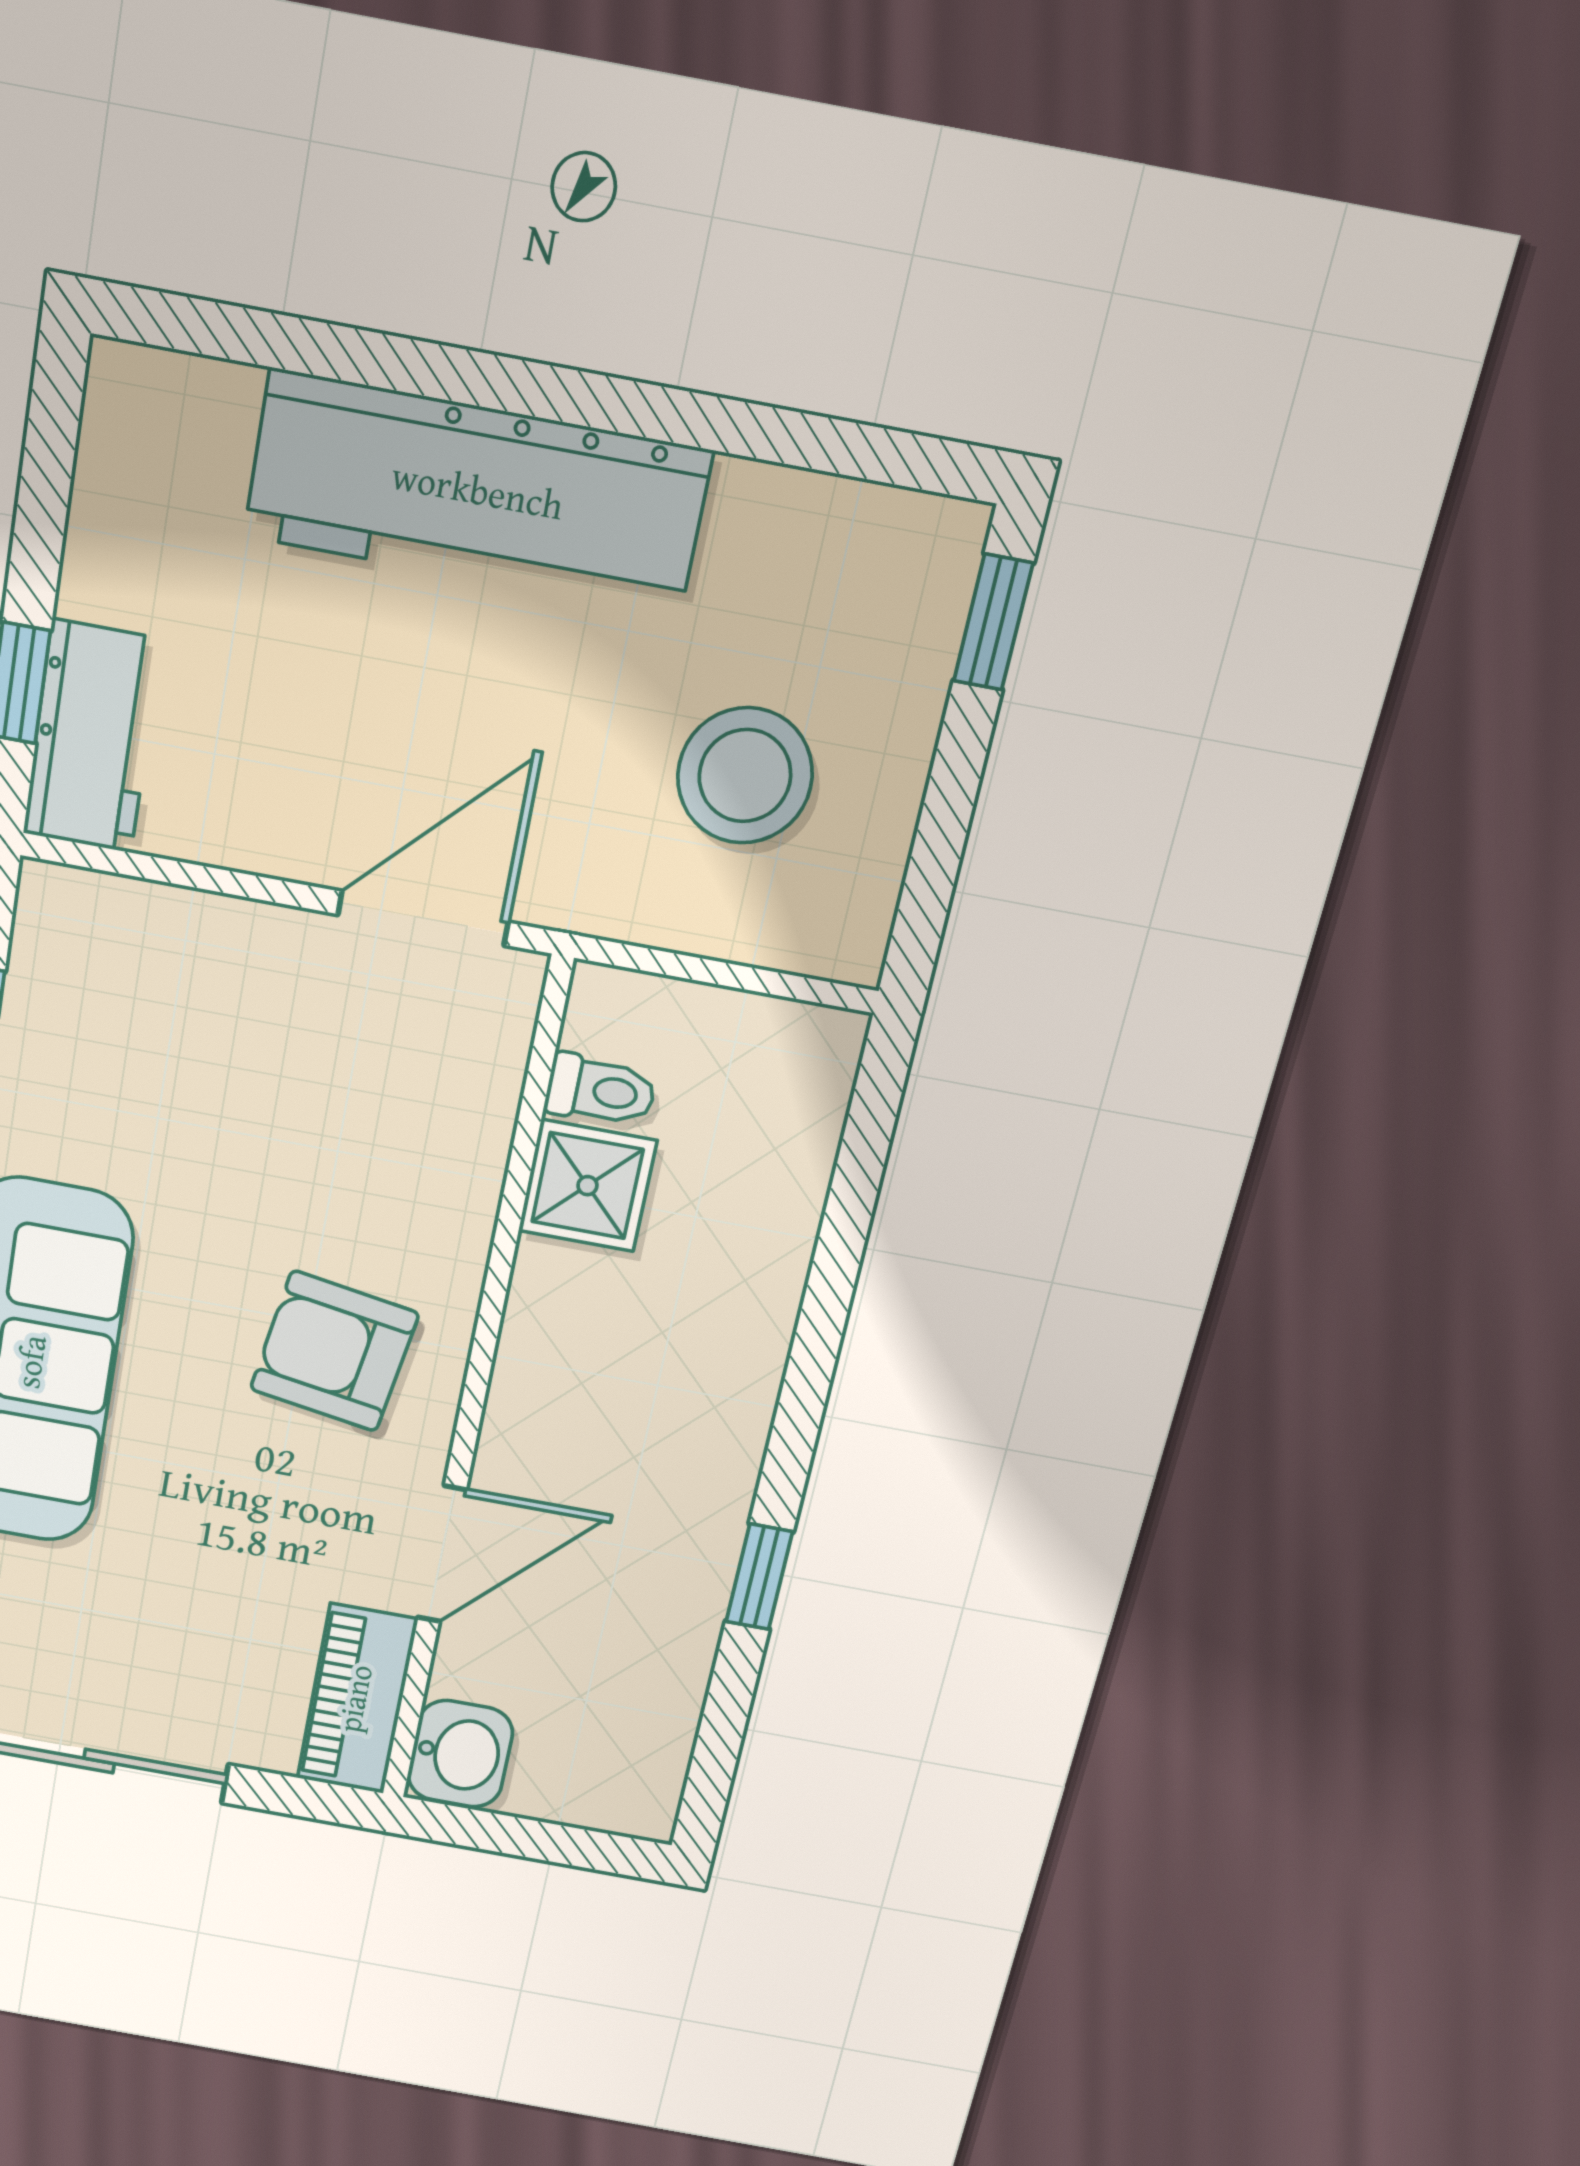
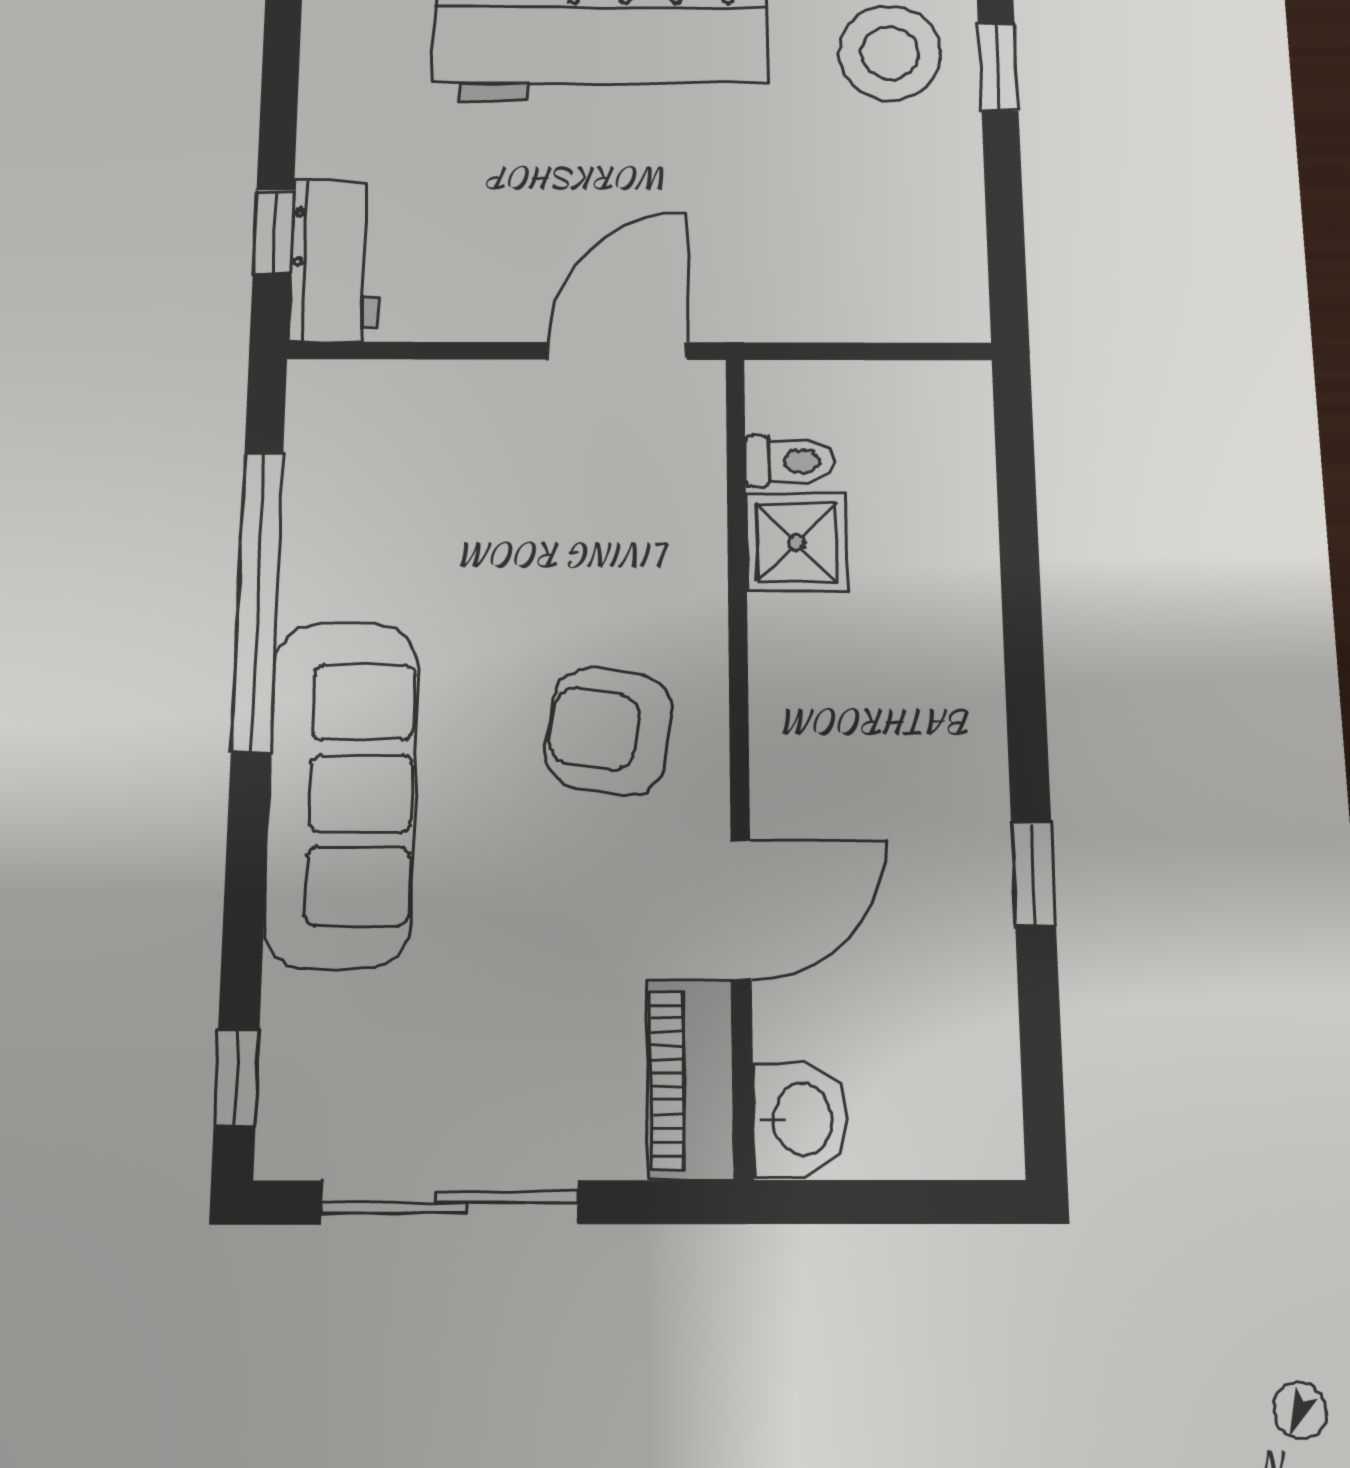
stool: (745, 776) -> (890, 53), moved

